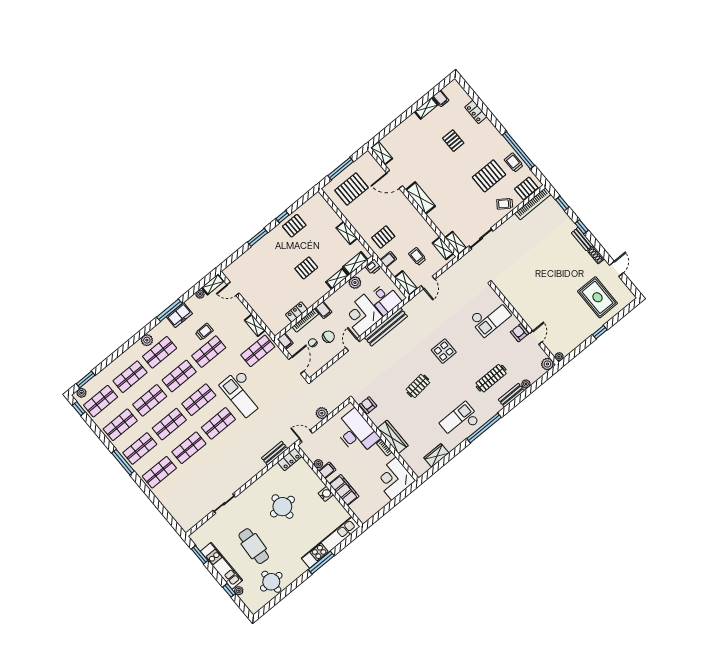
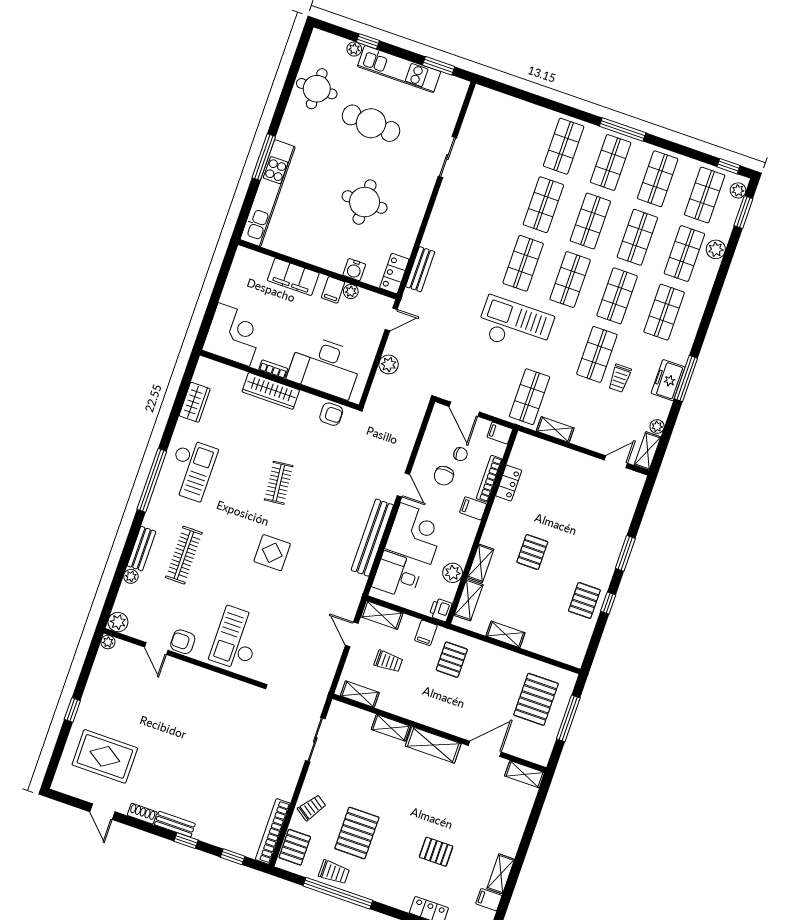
shelving: (456, 243) -> (391, 728), moved
armchair: (520, 333) -> (183, 642), turned 180
plant: (147, 340) -> (716, 249), moved
water cooler: (326, 494) -> (354, 270), moved

